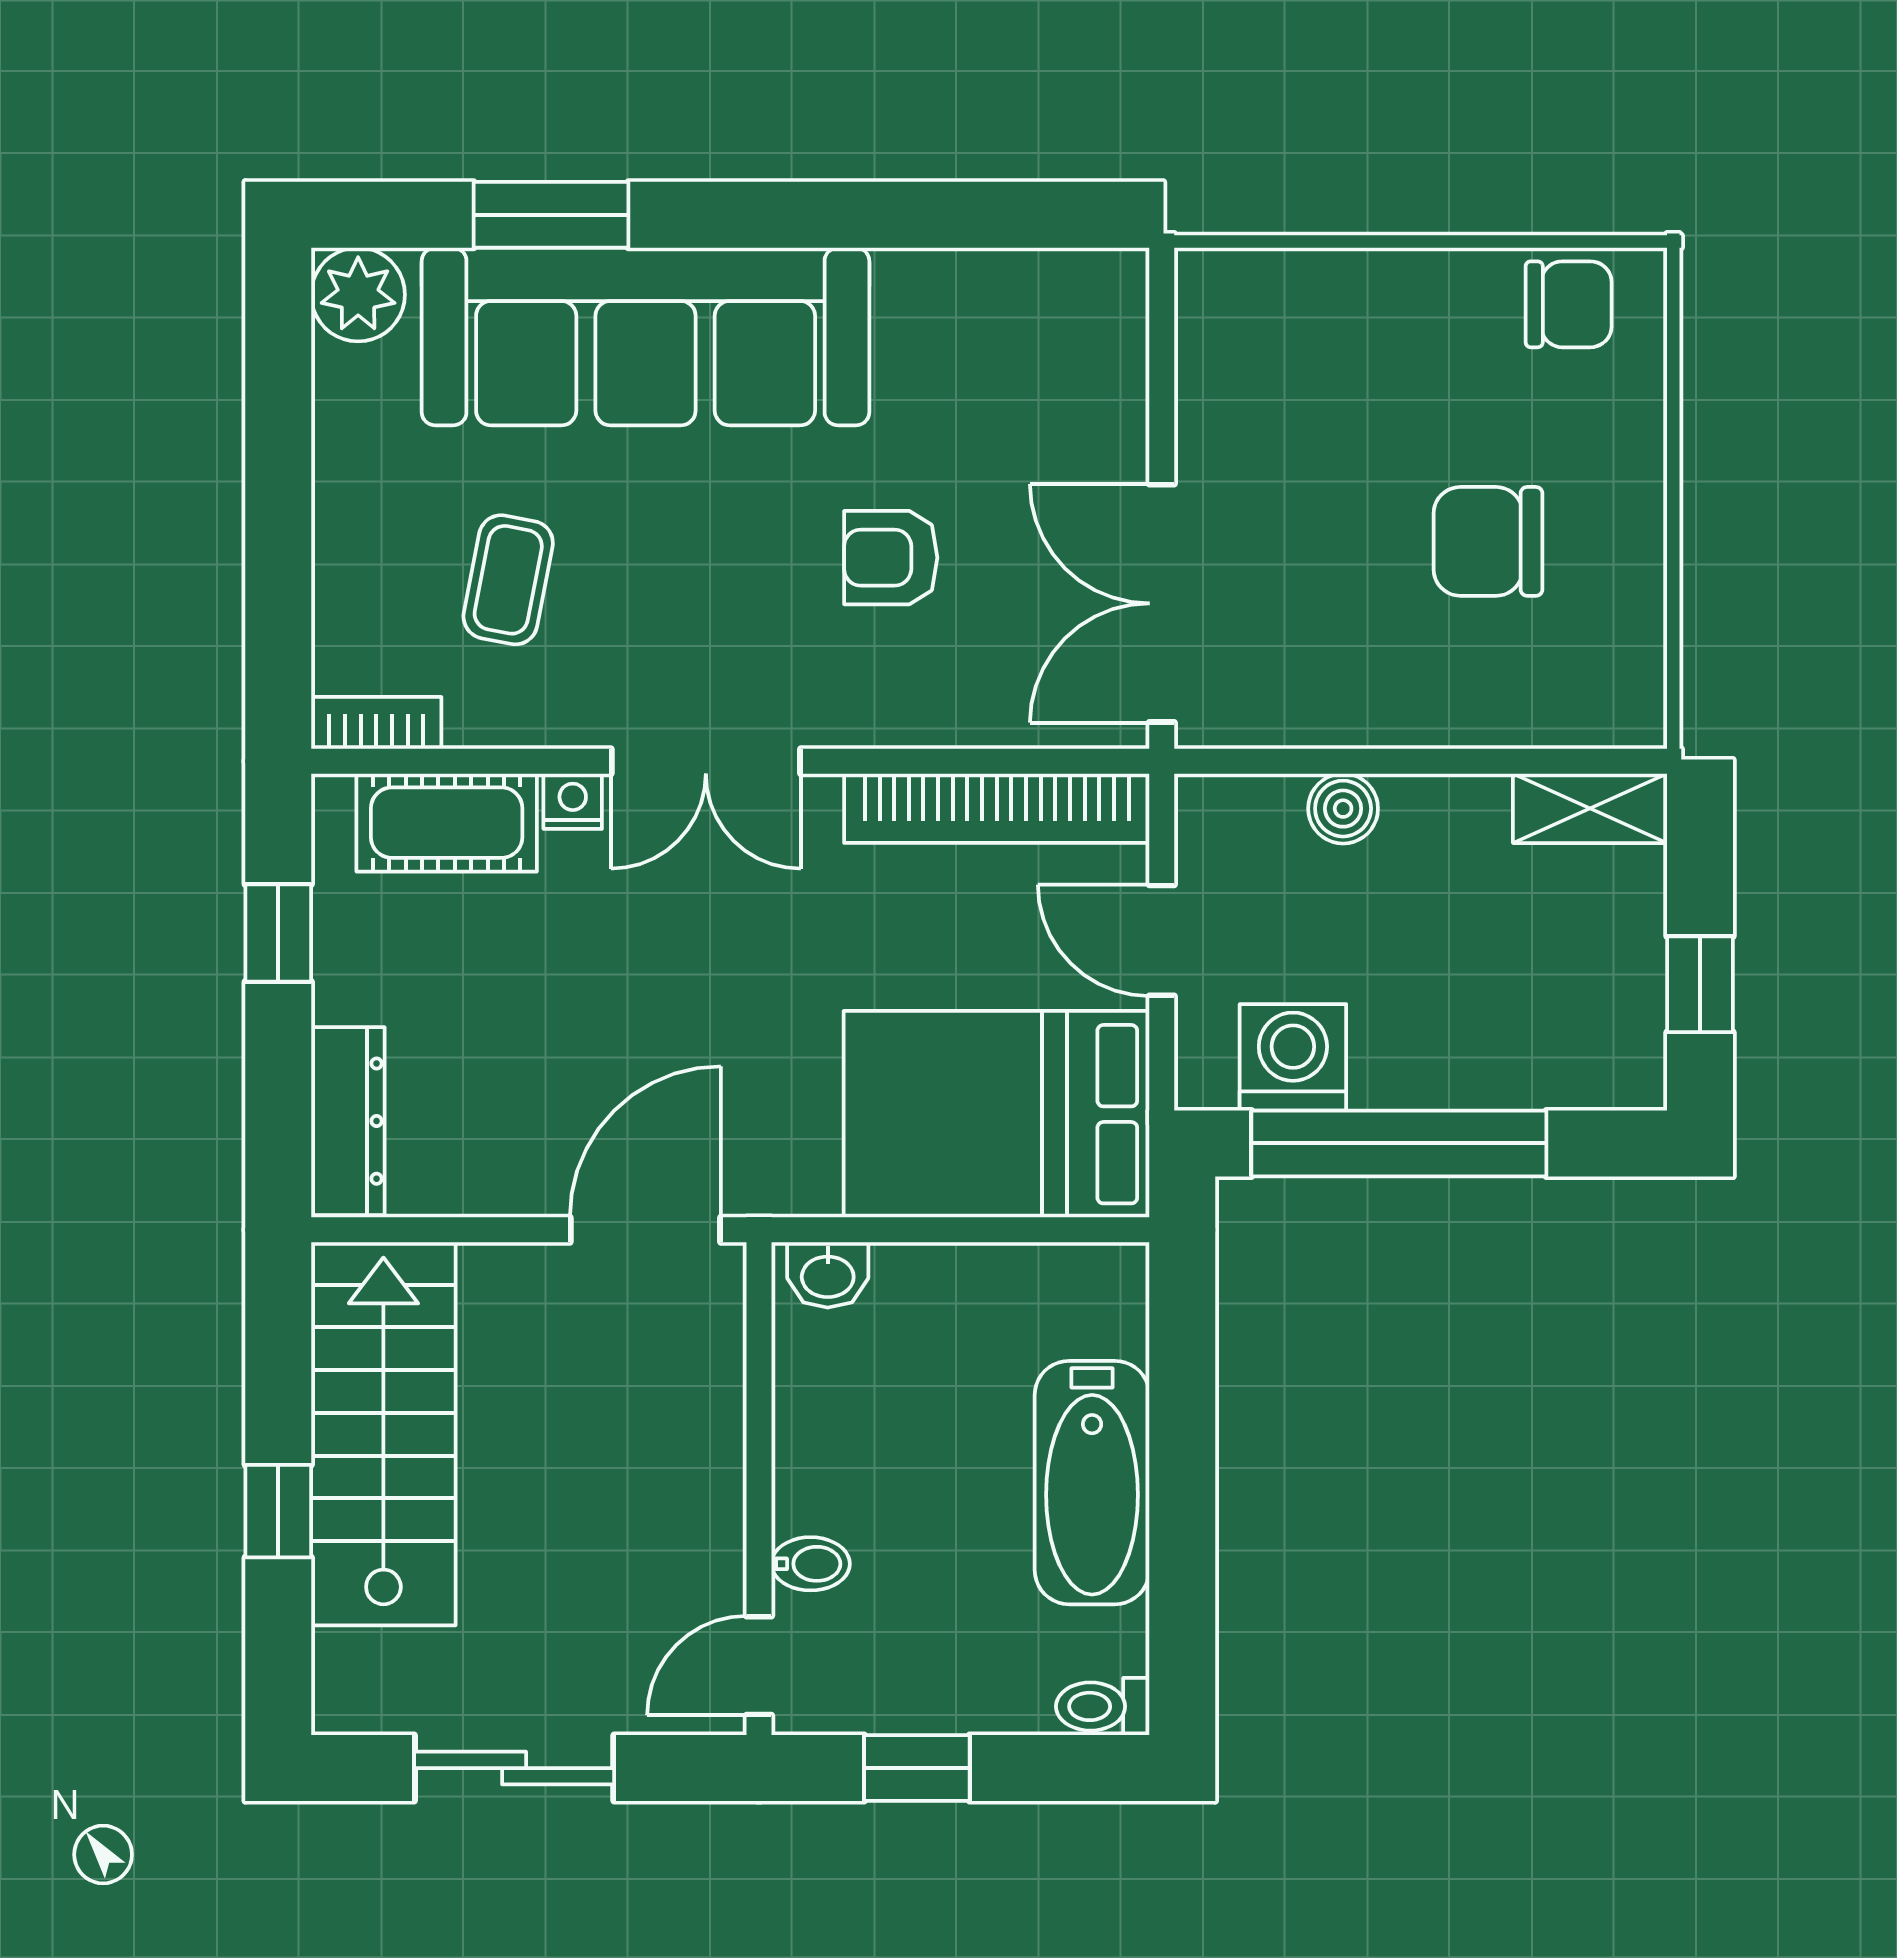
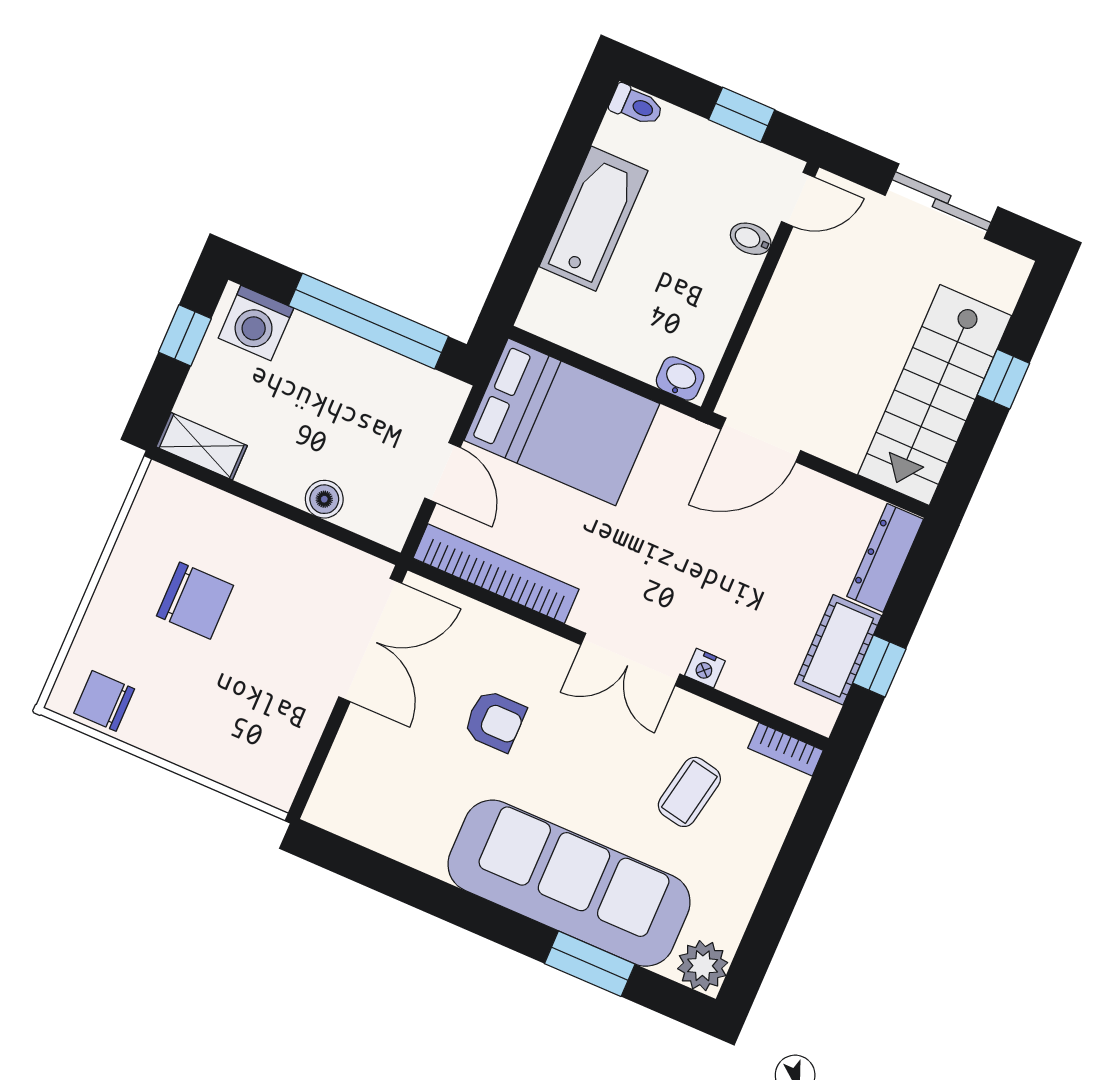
double door: (706, 761) -> (630, 659), swing flipped
cot: (447, 823) -> (838, 650), moved, turned 90
washing machine: (1293, 1057) -> (256, 323), moved

